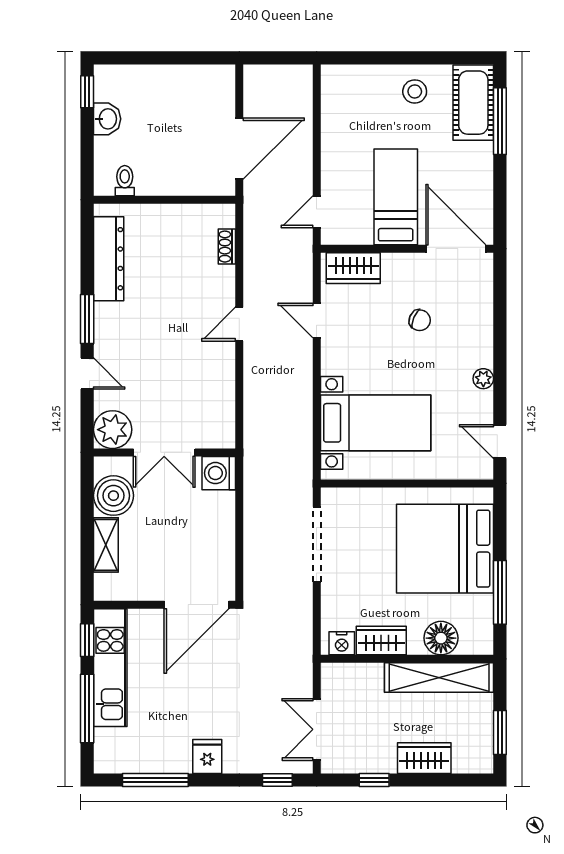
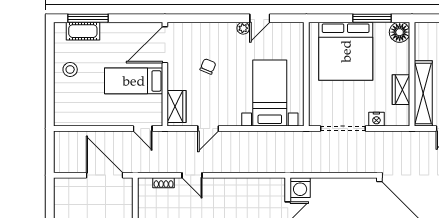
cot: (473, 103) -> (83, 31), width x0.73, depth x0.75
door: (239, 324) -> (192, 175), moved
door: (500, 442) -> (260, 18), moved
floor lamp: (441, 638) -> (400, 32), moved
nightstand: (342, 643) -> (376, 119), moved, turned 90
shelving: (439, 677) -> (423, 93), moved

